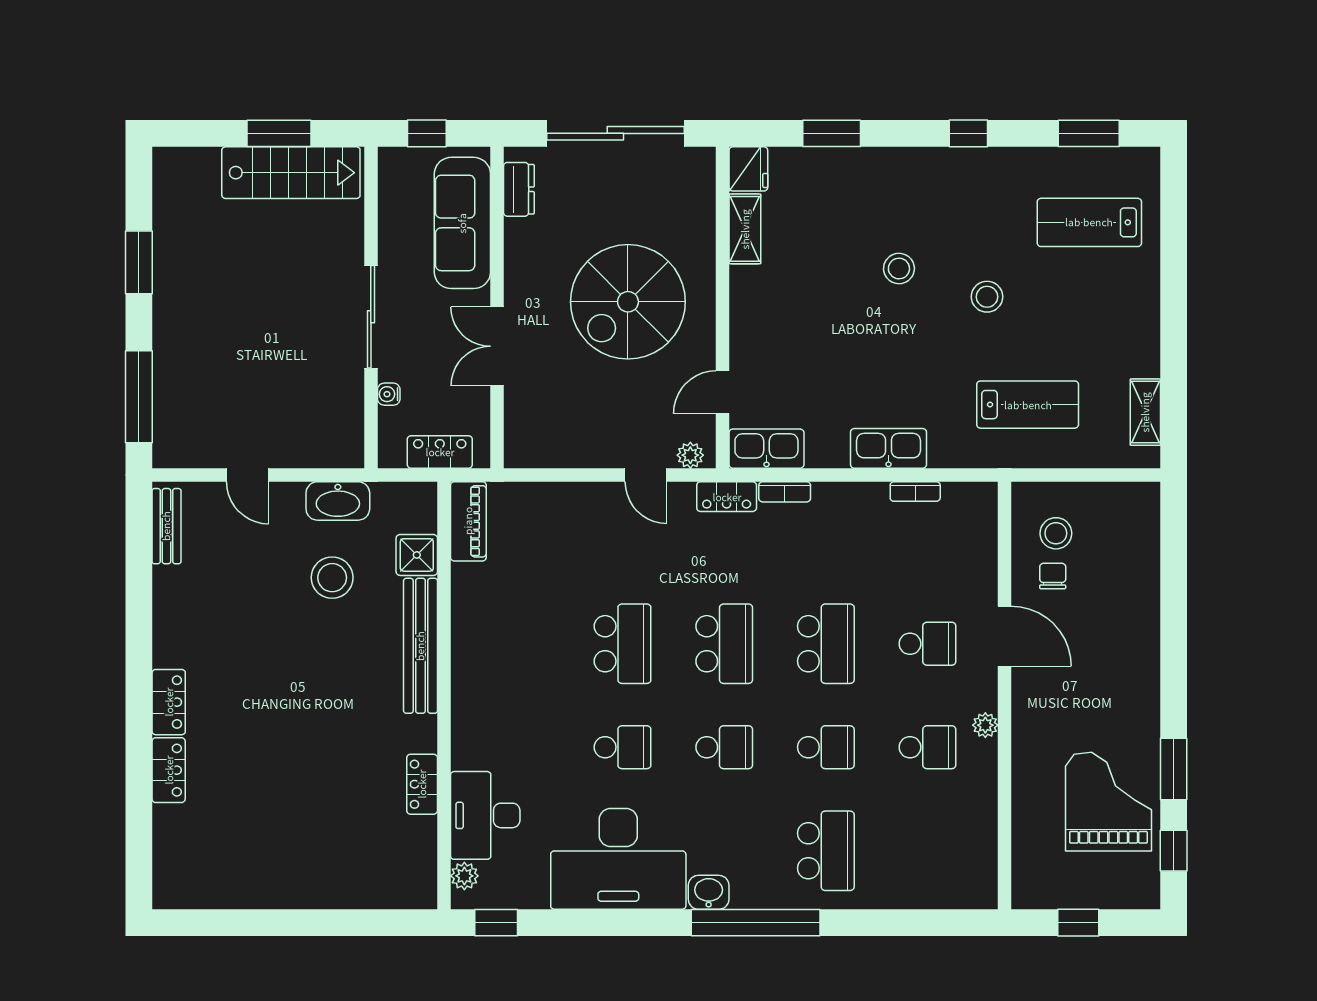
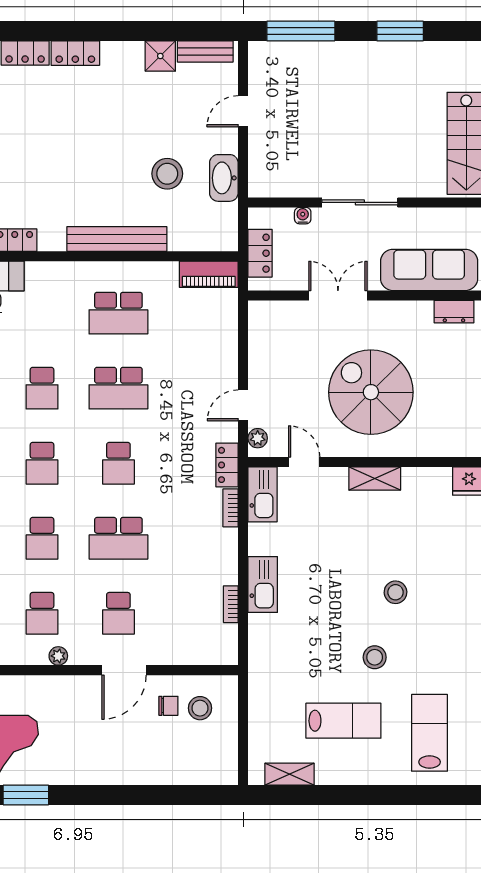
shelving: (745, 229) -> (375, 479), moved
lab bench: (1028, 405) -> (343, 721), moved, turned -90
shower: (417, 555) -> (160, 56), moved
school desk: (521, 644) -> (118, 313), added
school desk: (724, 644) -> (118, 463), width x0.54

